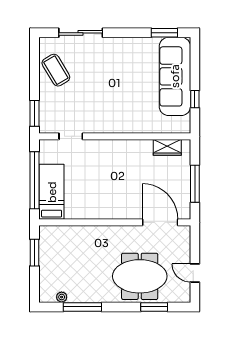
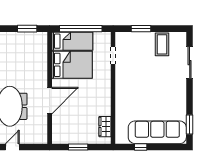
coffee table: (56, 70) -> (162, 44), turned -59
window: (35, 113) -> (141, 29), moved
window: (195, 184) -> (78, 147), width x0.69
bed: (84, 192) -> (72, 65), added
door: (160, 222) -> (50, 101), moved

